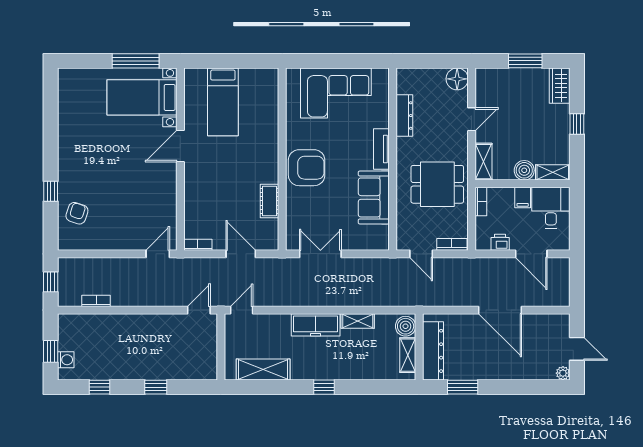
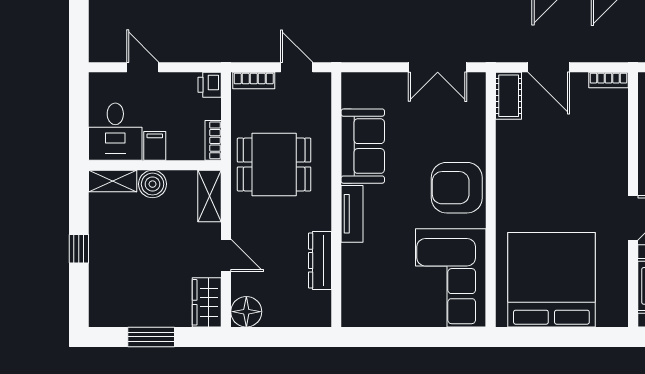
wardrobe: (560, 86) -> (207, 302), moved, turned 180
corner sofa: (336, 93) -> (451, 278), moved, turned -90
bed: (223, 102) -> (551, 280), width x2.04
door: (472, 119) -> (226, 255), swing flipped
cot: (270, 201) -> (509, 96), moved
printer: (500, 242) -> (210, 85), moved, turned 90
door: (531, 254) -> (143, 67), width x0.73

